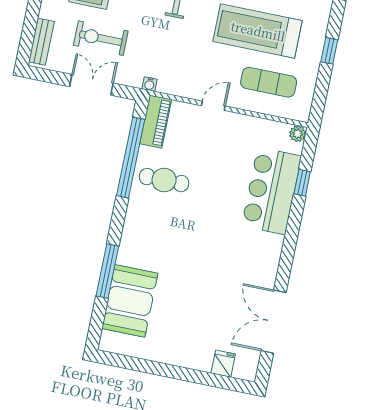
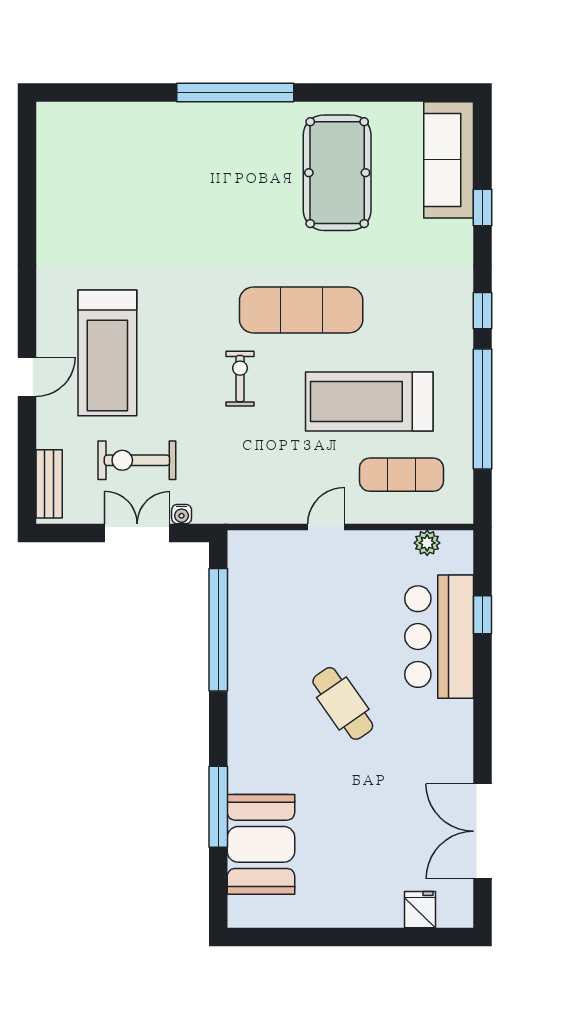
window: (329, 51) -> (483, 409), width x3.17
water cooler: (150, 84) -> (182, 514), moved
piano: (156, 122) -> (245, 568), removed
plant: (298, 134) -> (427, 543), moved
cafe table: (164, 180) -> (343, 703), moved, turned 55

